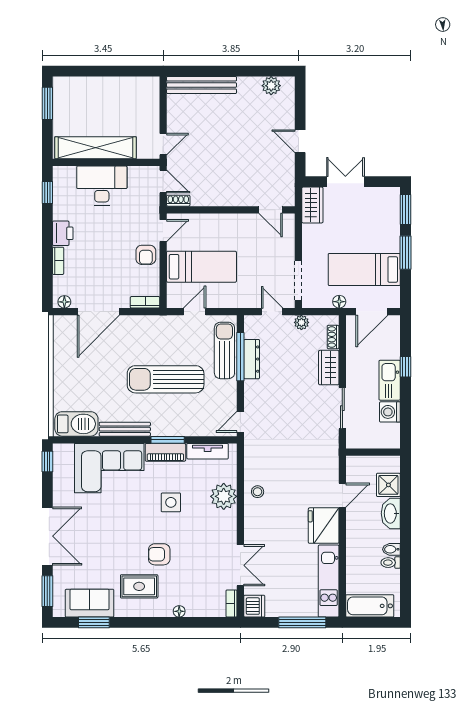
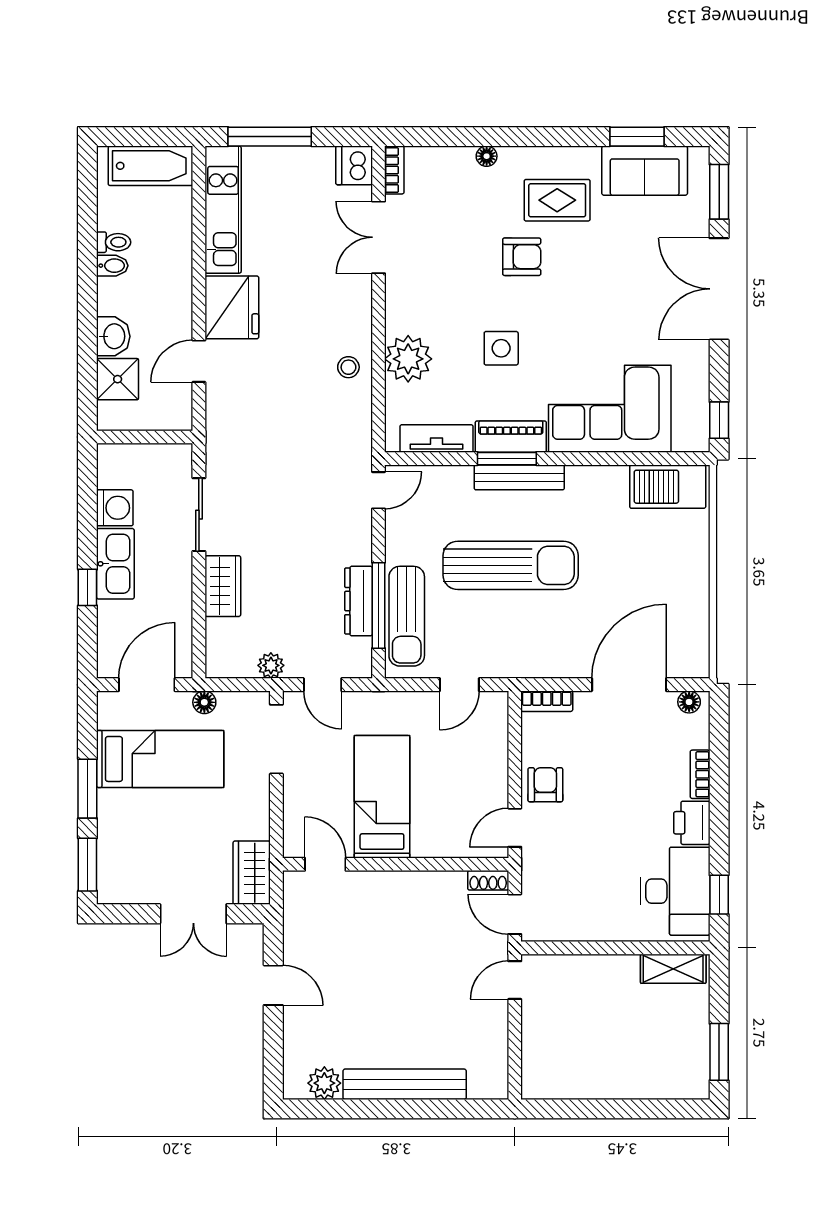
bench: (202, 85) -> (405, 1084), moved
shelving: (96, 148) -> (673, 969), width x0.45, depth x0.75
desk: (102, 186) -> (675, 891), moved, turned -90
bed: (201, 267) -> (382, 797), moved, turned 90
shoe rack: (333, 337) -> (215, 640), removed
bench: (125, 429) -> (519, 477), moved
washbasin: (391, 513) -> (113, 336), width x0.72

